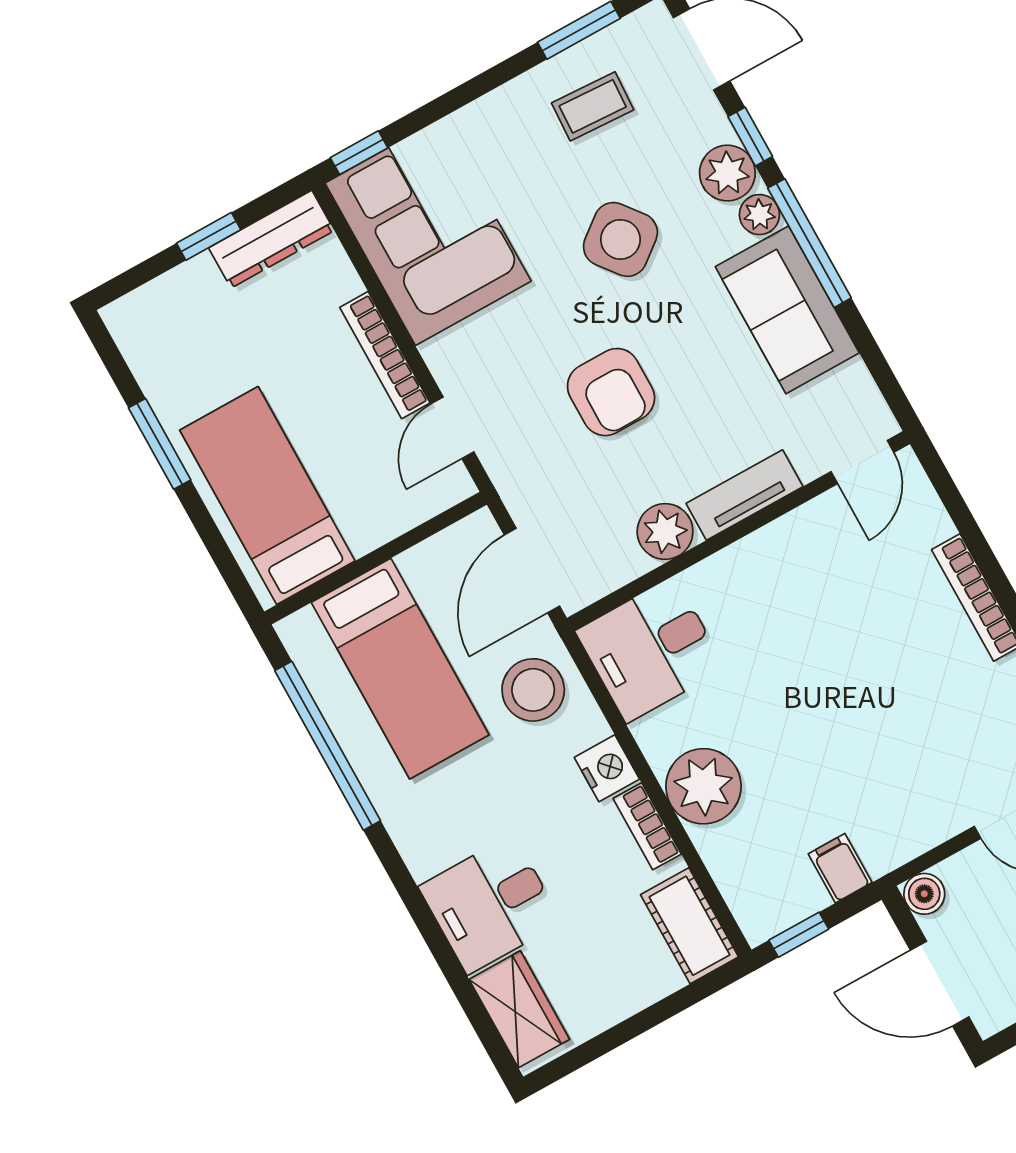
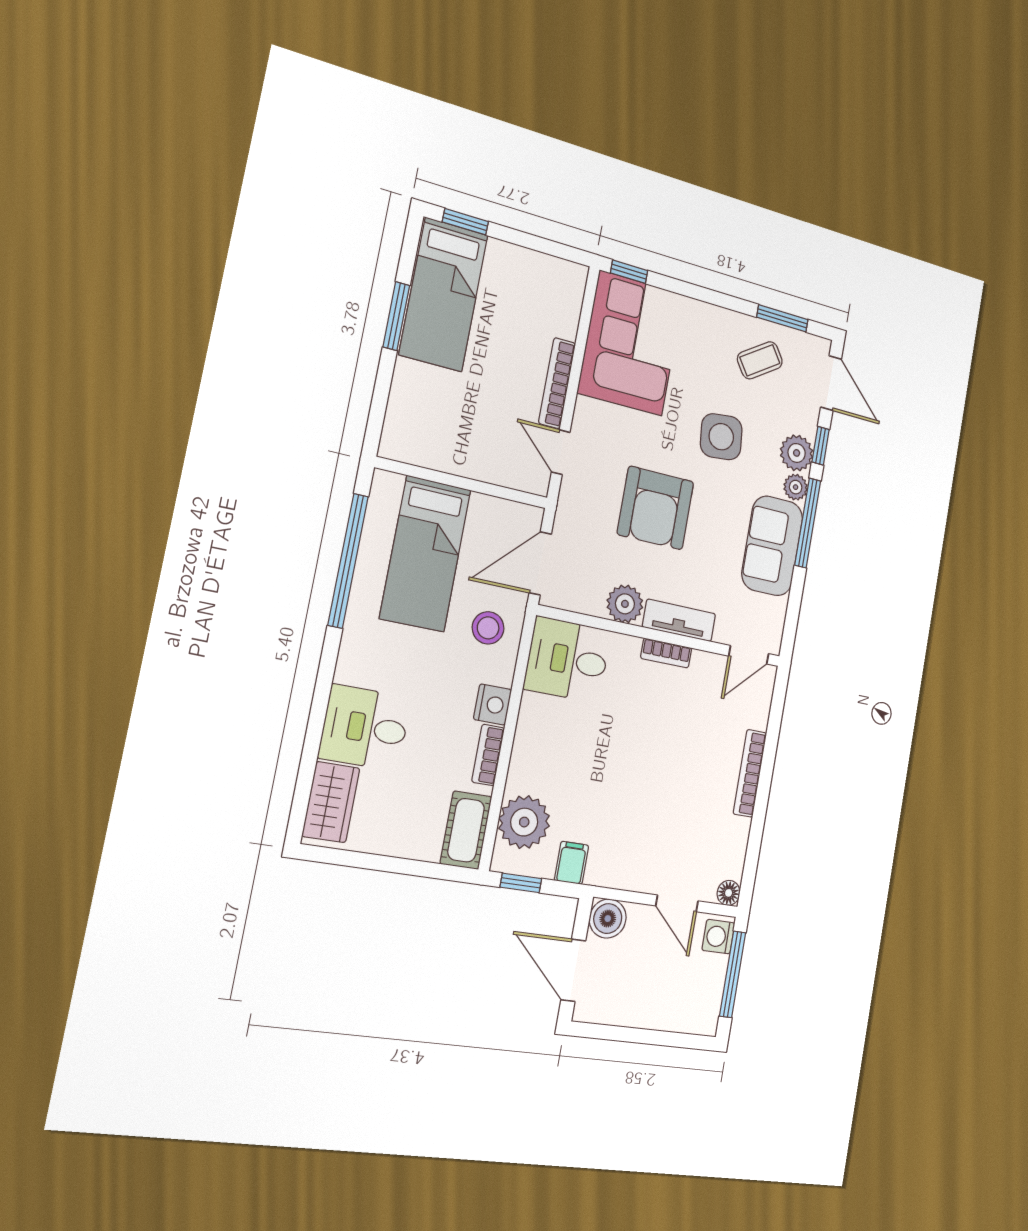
coffee table: (593, 106) -> (760, 360), turned -37
window: (209, 236) -> (465, 222), moved
dresser: (271, 239) -> (548, 270), removed
side table: (620, 239) -> (721, 437), turned 32
armchair: (611, 392) -> (656, 508), width x1.36, depth x1.36
door: (452, 428) -> (561, 452), hinge flipped
bed: (267, 496) -> (444, 295), moved, turned 180
bookcase: (760, 545) -> (666, 653), added
stool: (533, 690) -> (488, 628), width x0.73, depth x0.73
plant: (704, 786) -> (524, 822), moved
boiler: (924, 894) -> (608, 919), width x1.36, depth x1.36

